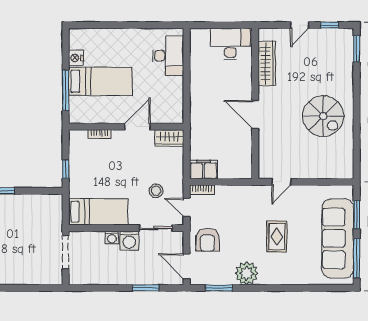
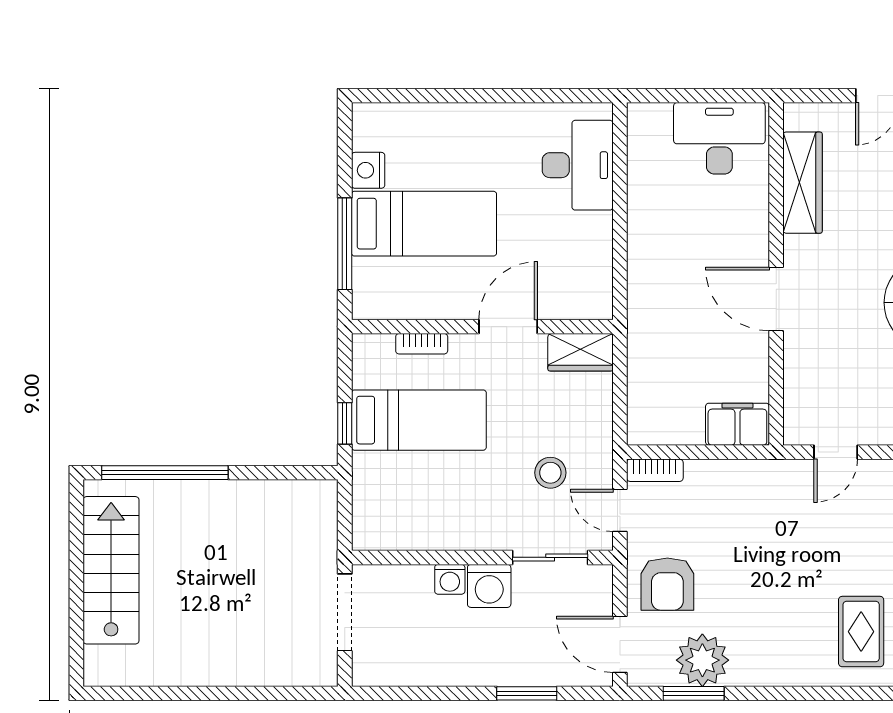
filing cabinet: (203, 170) -> (737, 424), moved
bed: (98, 212) -> (419, 420), moved
rug: (277, 237) -> (861, 632), moved
plant: (247, 273) -> (702, 660), moved

